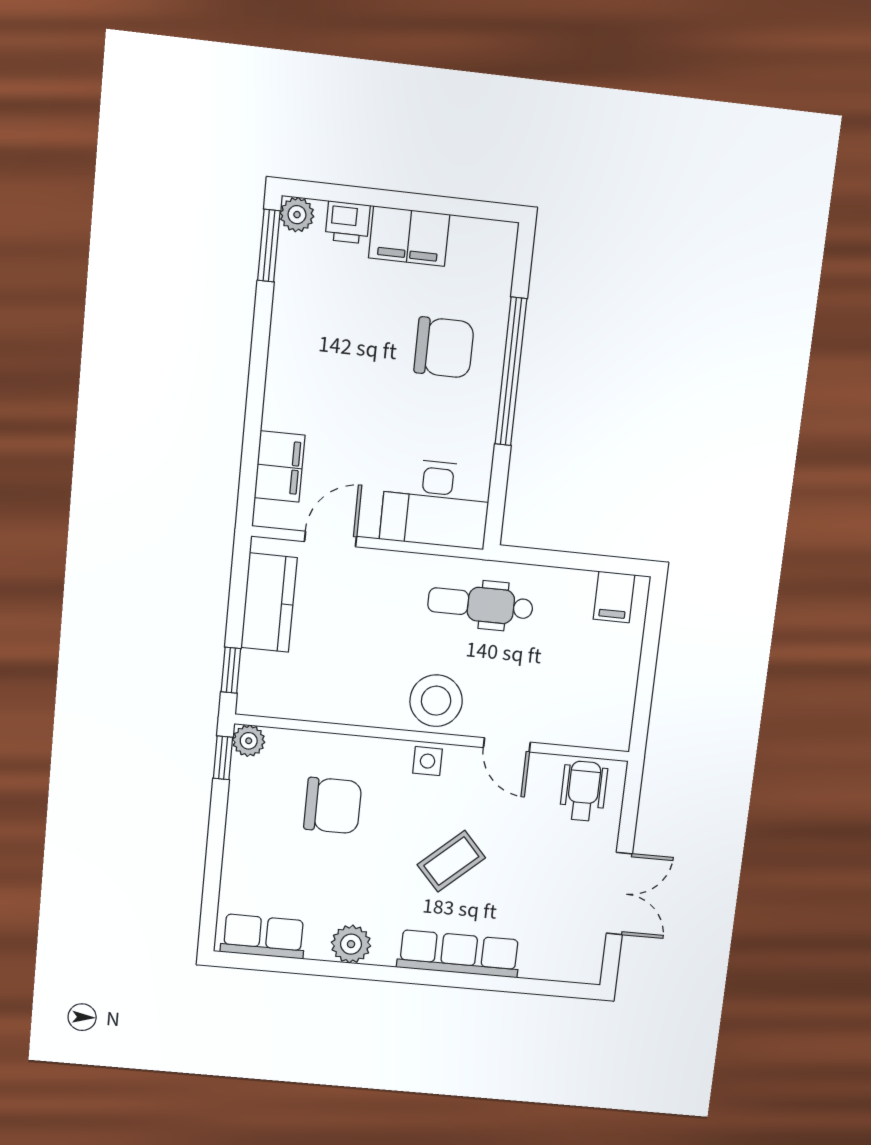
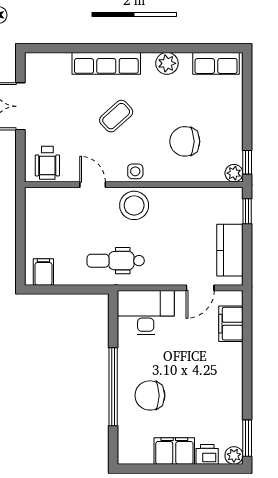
dental chair: (480, 604) -> (116, 261), turned 180

